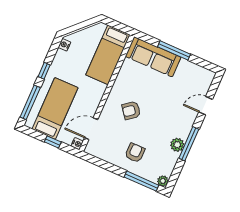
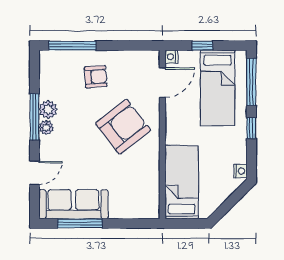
window: (174, 50) -> (80, 223), moved
sofa: (153, 57) -> (73, 204), moved
armchair: (131, 110) -> (123, 127), width x1.88, depth x1.88
armchair: (135, 153) -> (96, 77), turned -94
plant: (163, 181) -> (46, 127), moved

